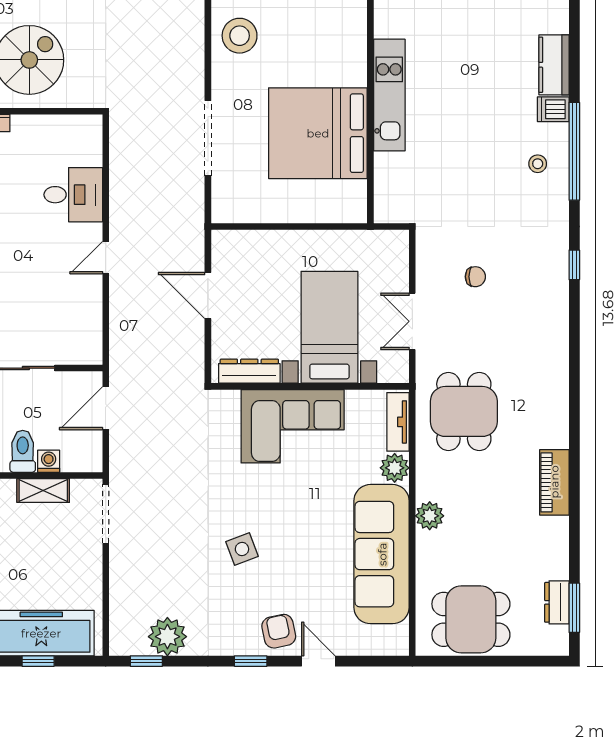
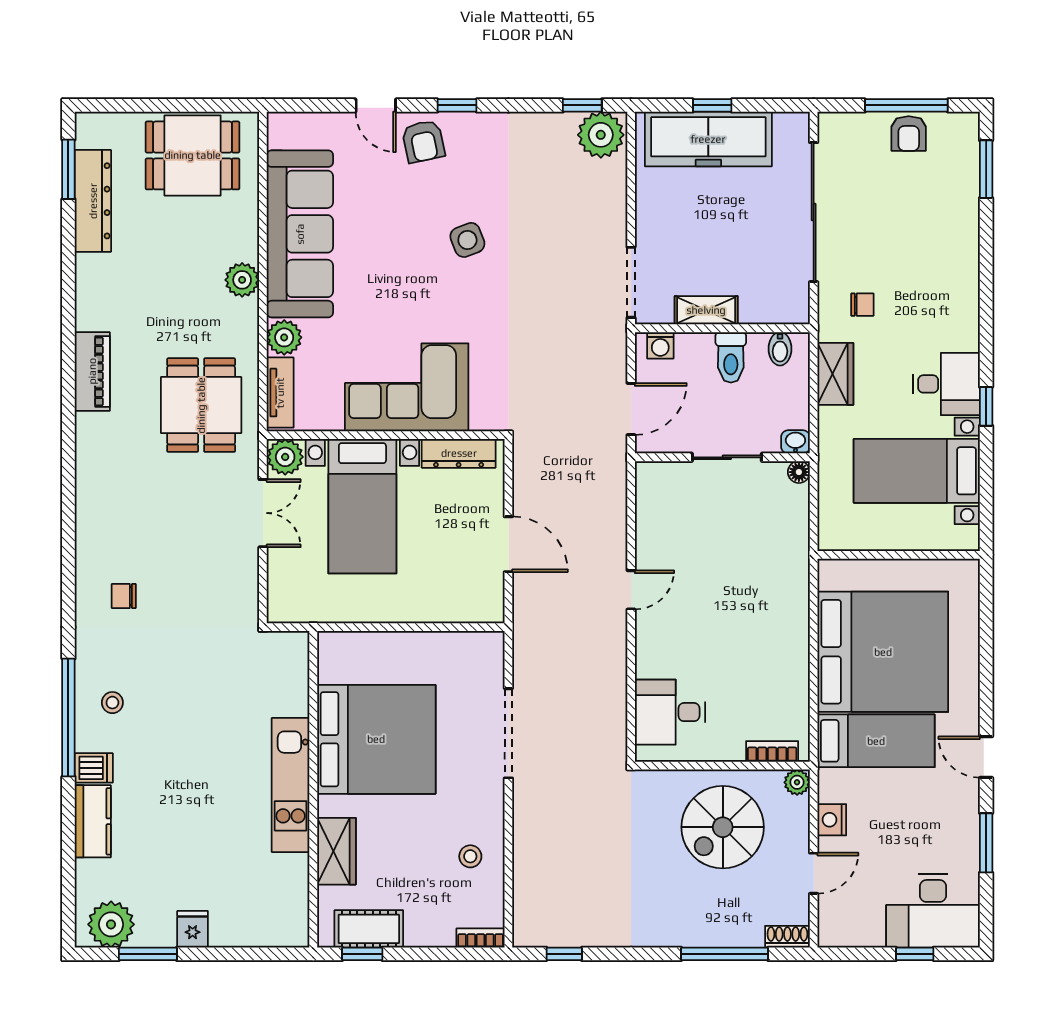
stool: (240, 36) -> (470, 856), width x0.53, depth x0.53
wardrobe: (351, 40) -> (336, 851), added
desk: (73, 195) -> (670, 712), moved
window: (574, 265) -> (68, 581), removed
chair: (475, 277) -> (124, 596), moved
plant: (394, 368) -> (285, 457), added
washing machine: (49, 461) -> (660, 345), moved
piano: (554, 482) -> (92, 371), moved
dresser: (557, 602) -> (93, 201), width x1.96, depth x1.24
plant: (167, 637) -> (601, 135), moved

